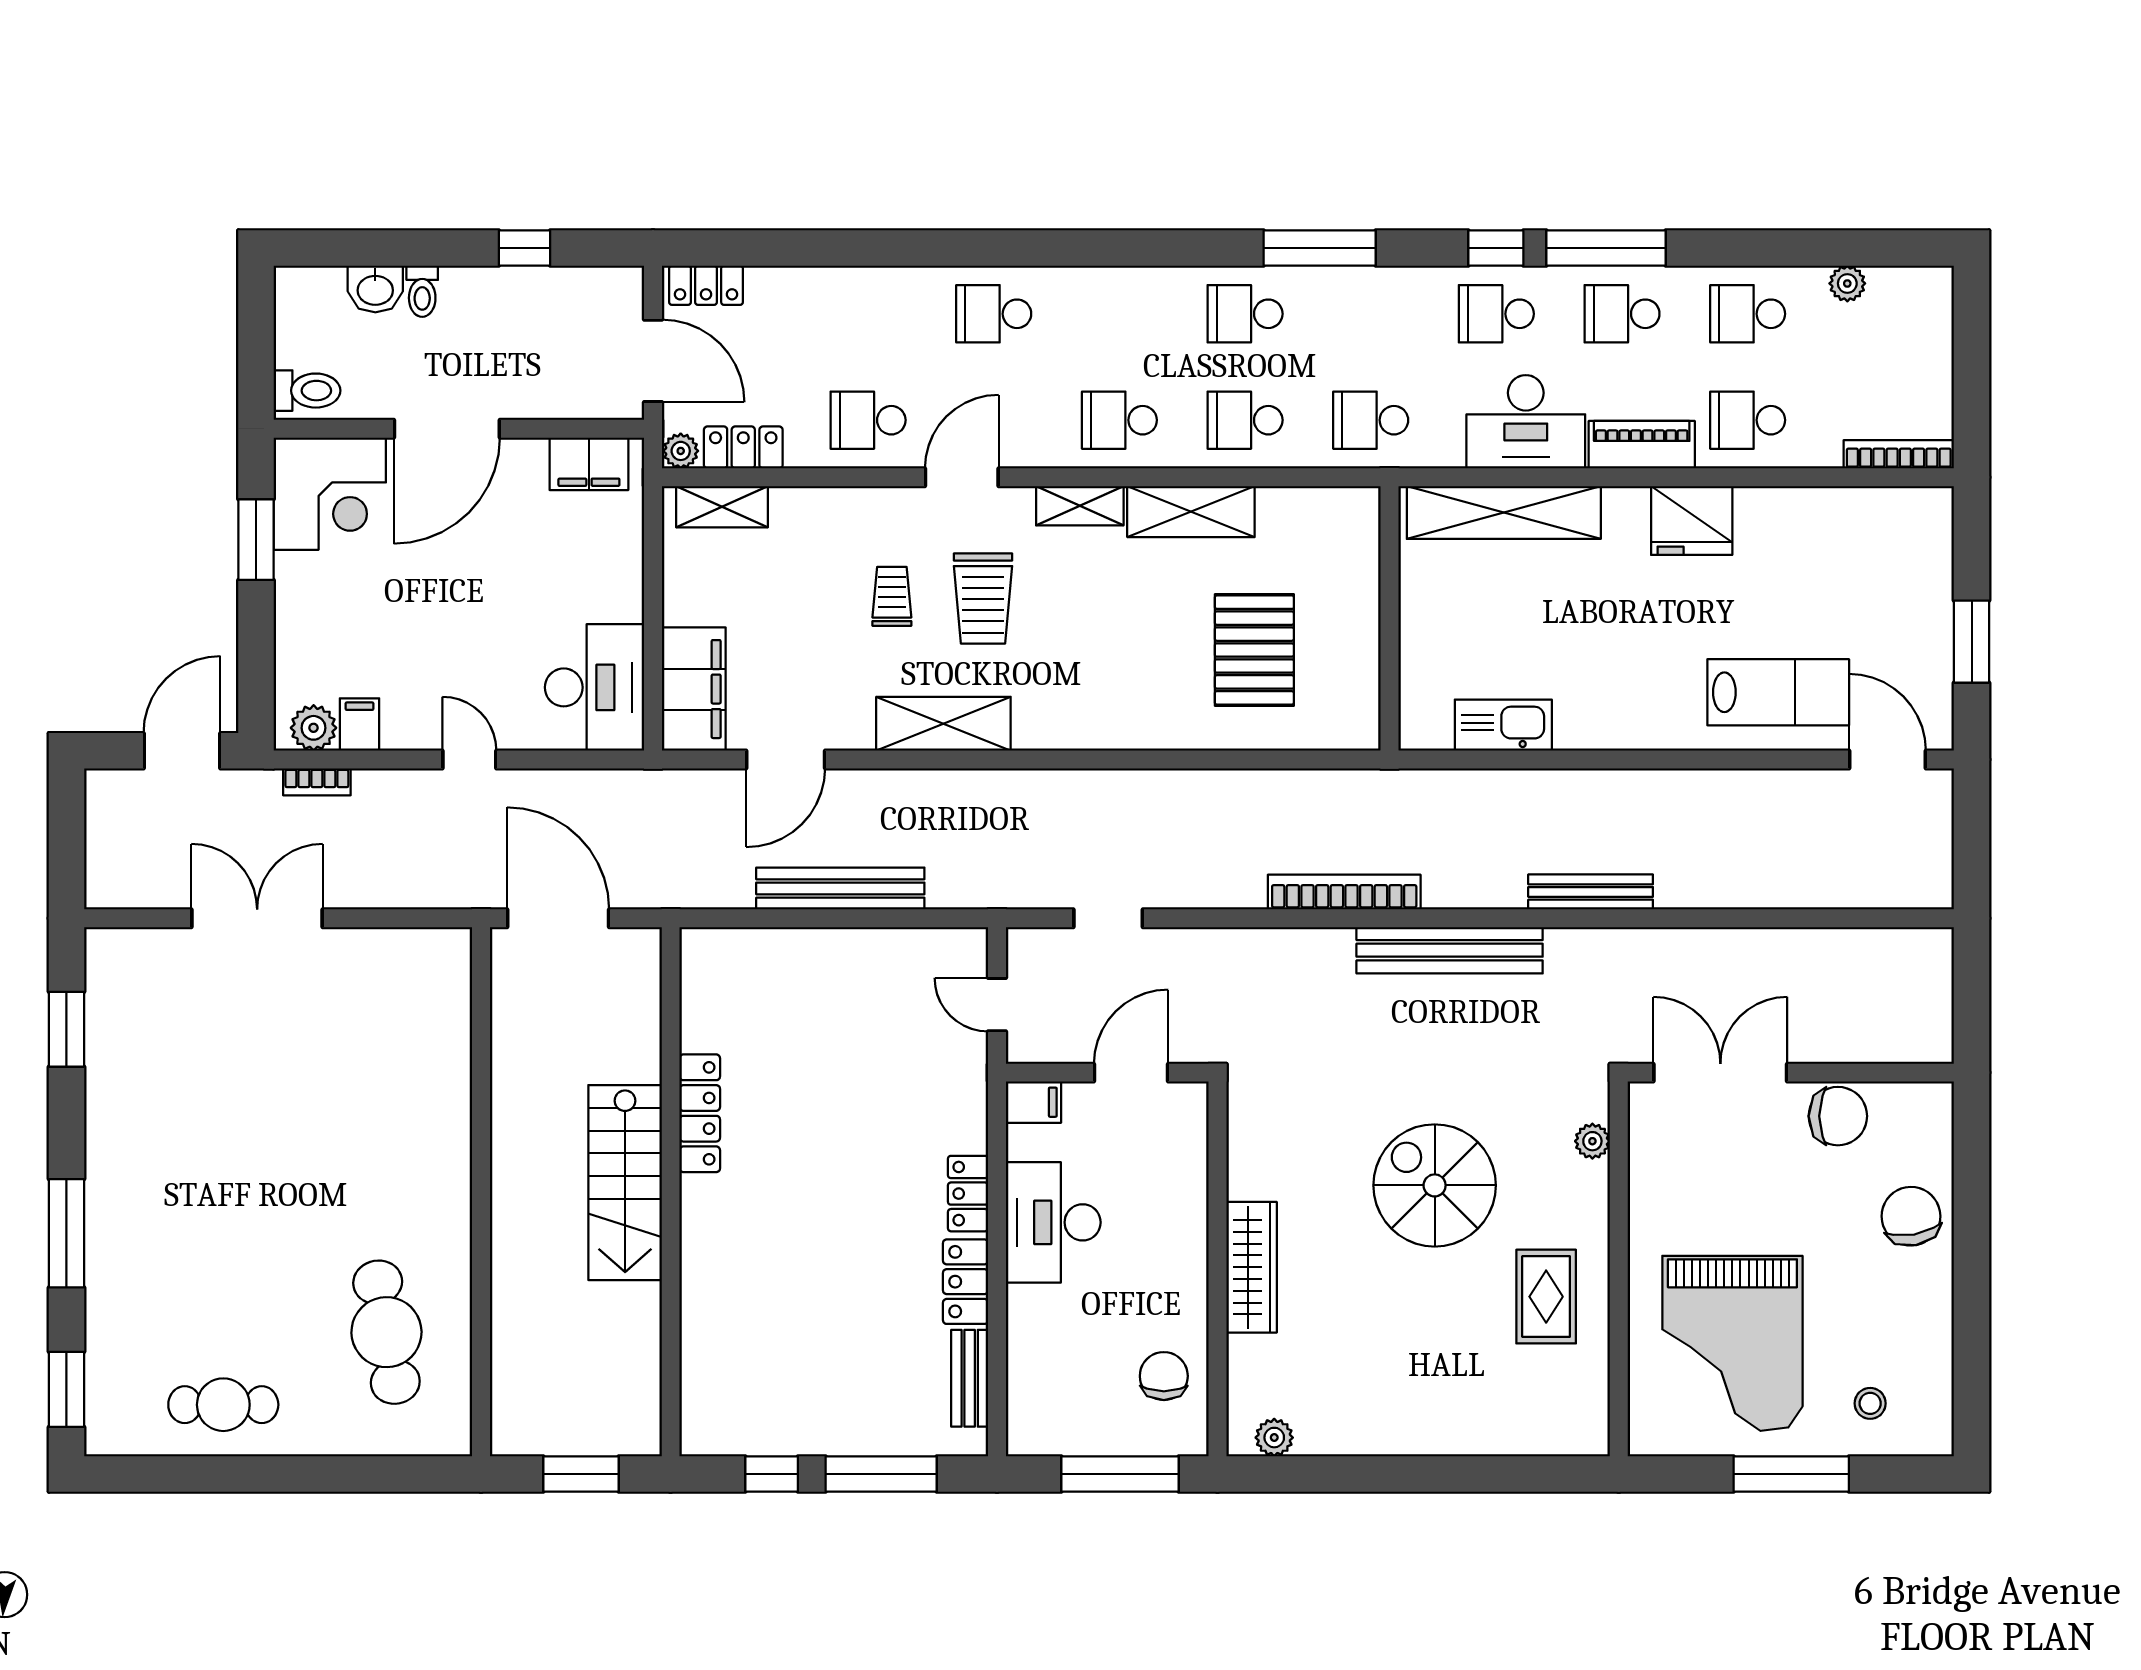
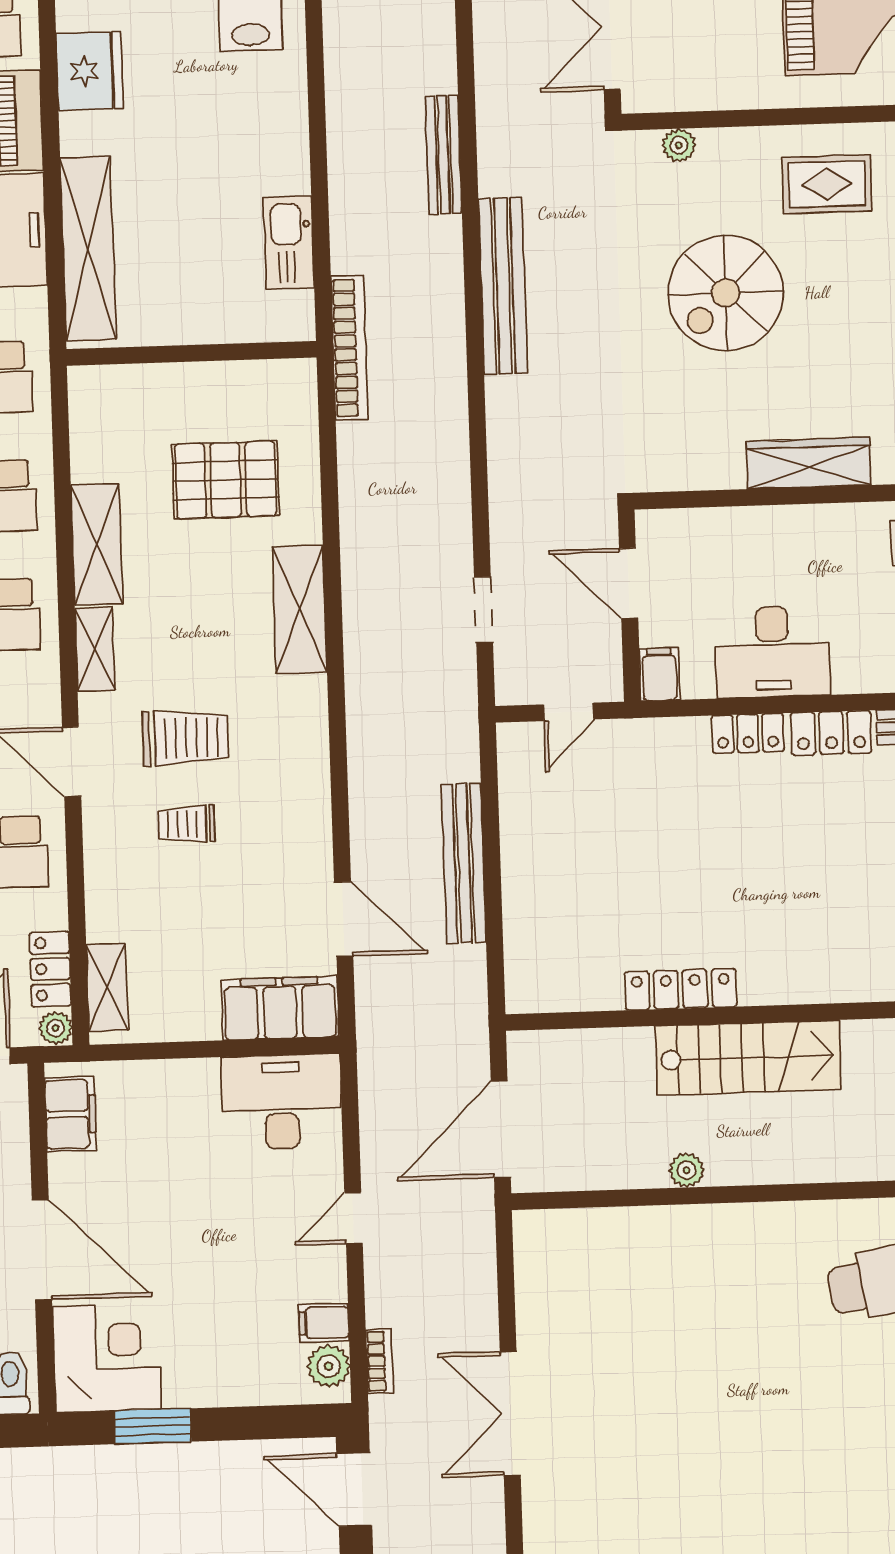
shelving: (943, 724) -> (300, 609), moved
bookcase: (1344, 892) -> (349, 348), moved, turned 180
plant: (508, 1113) -> (687, 1170), added

